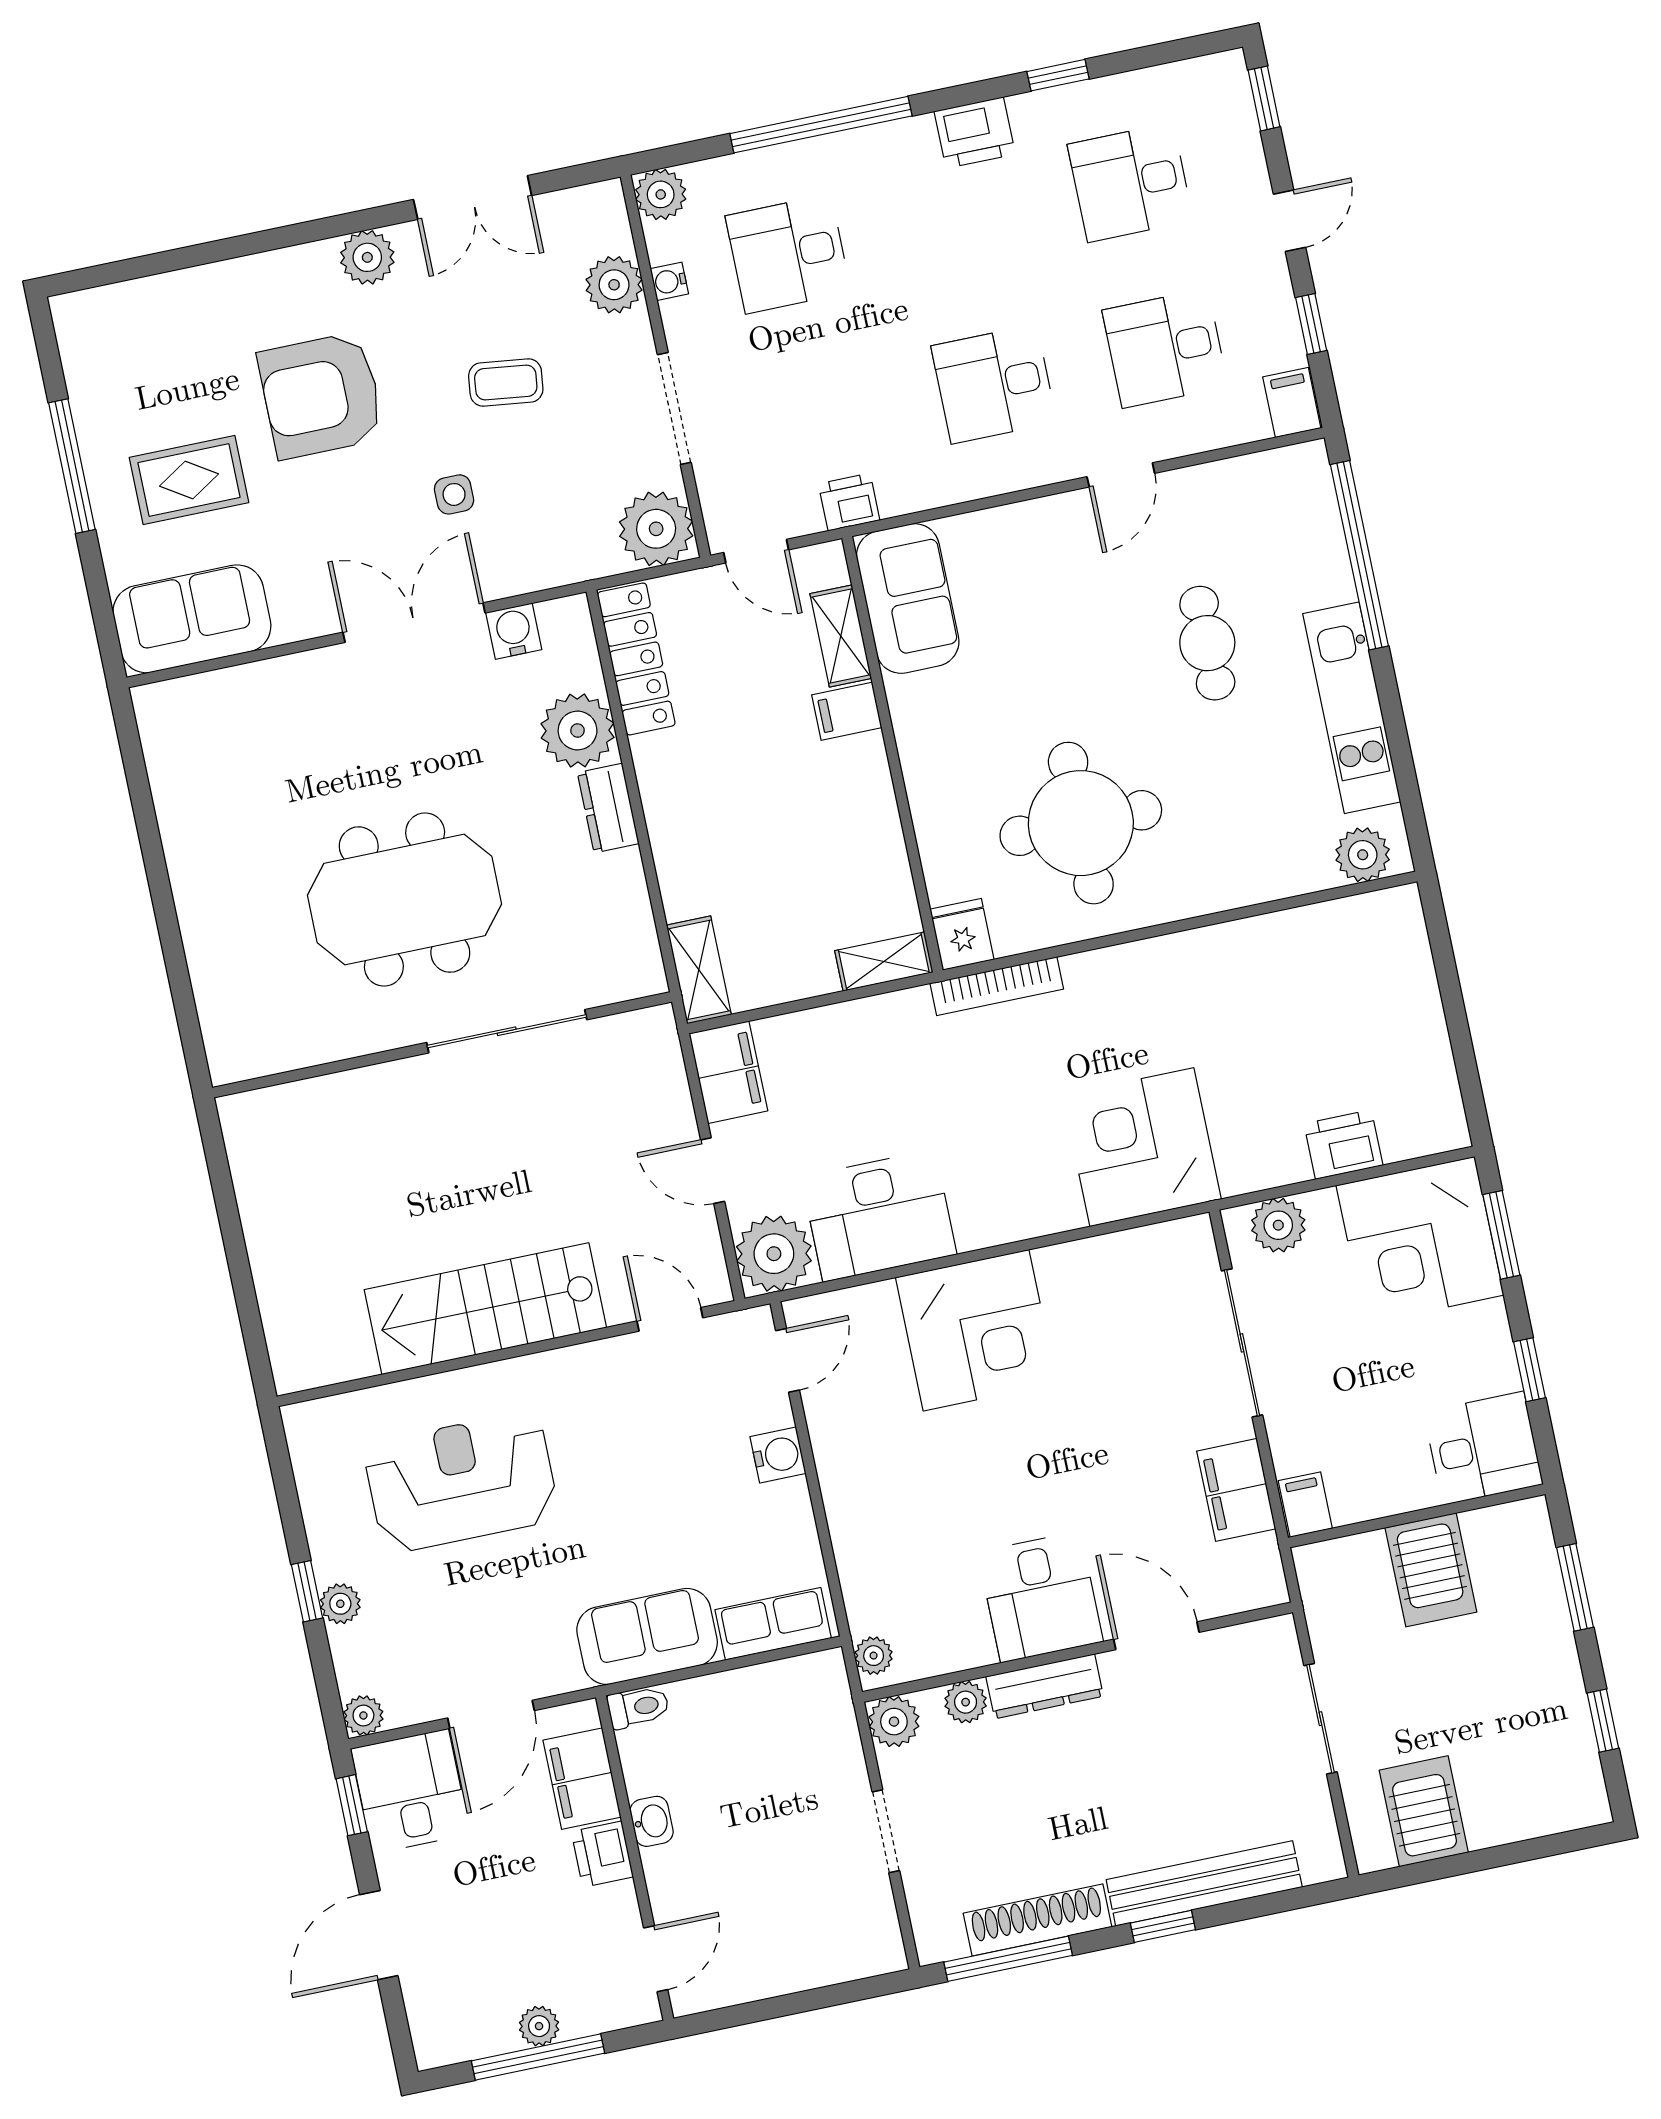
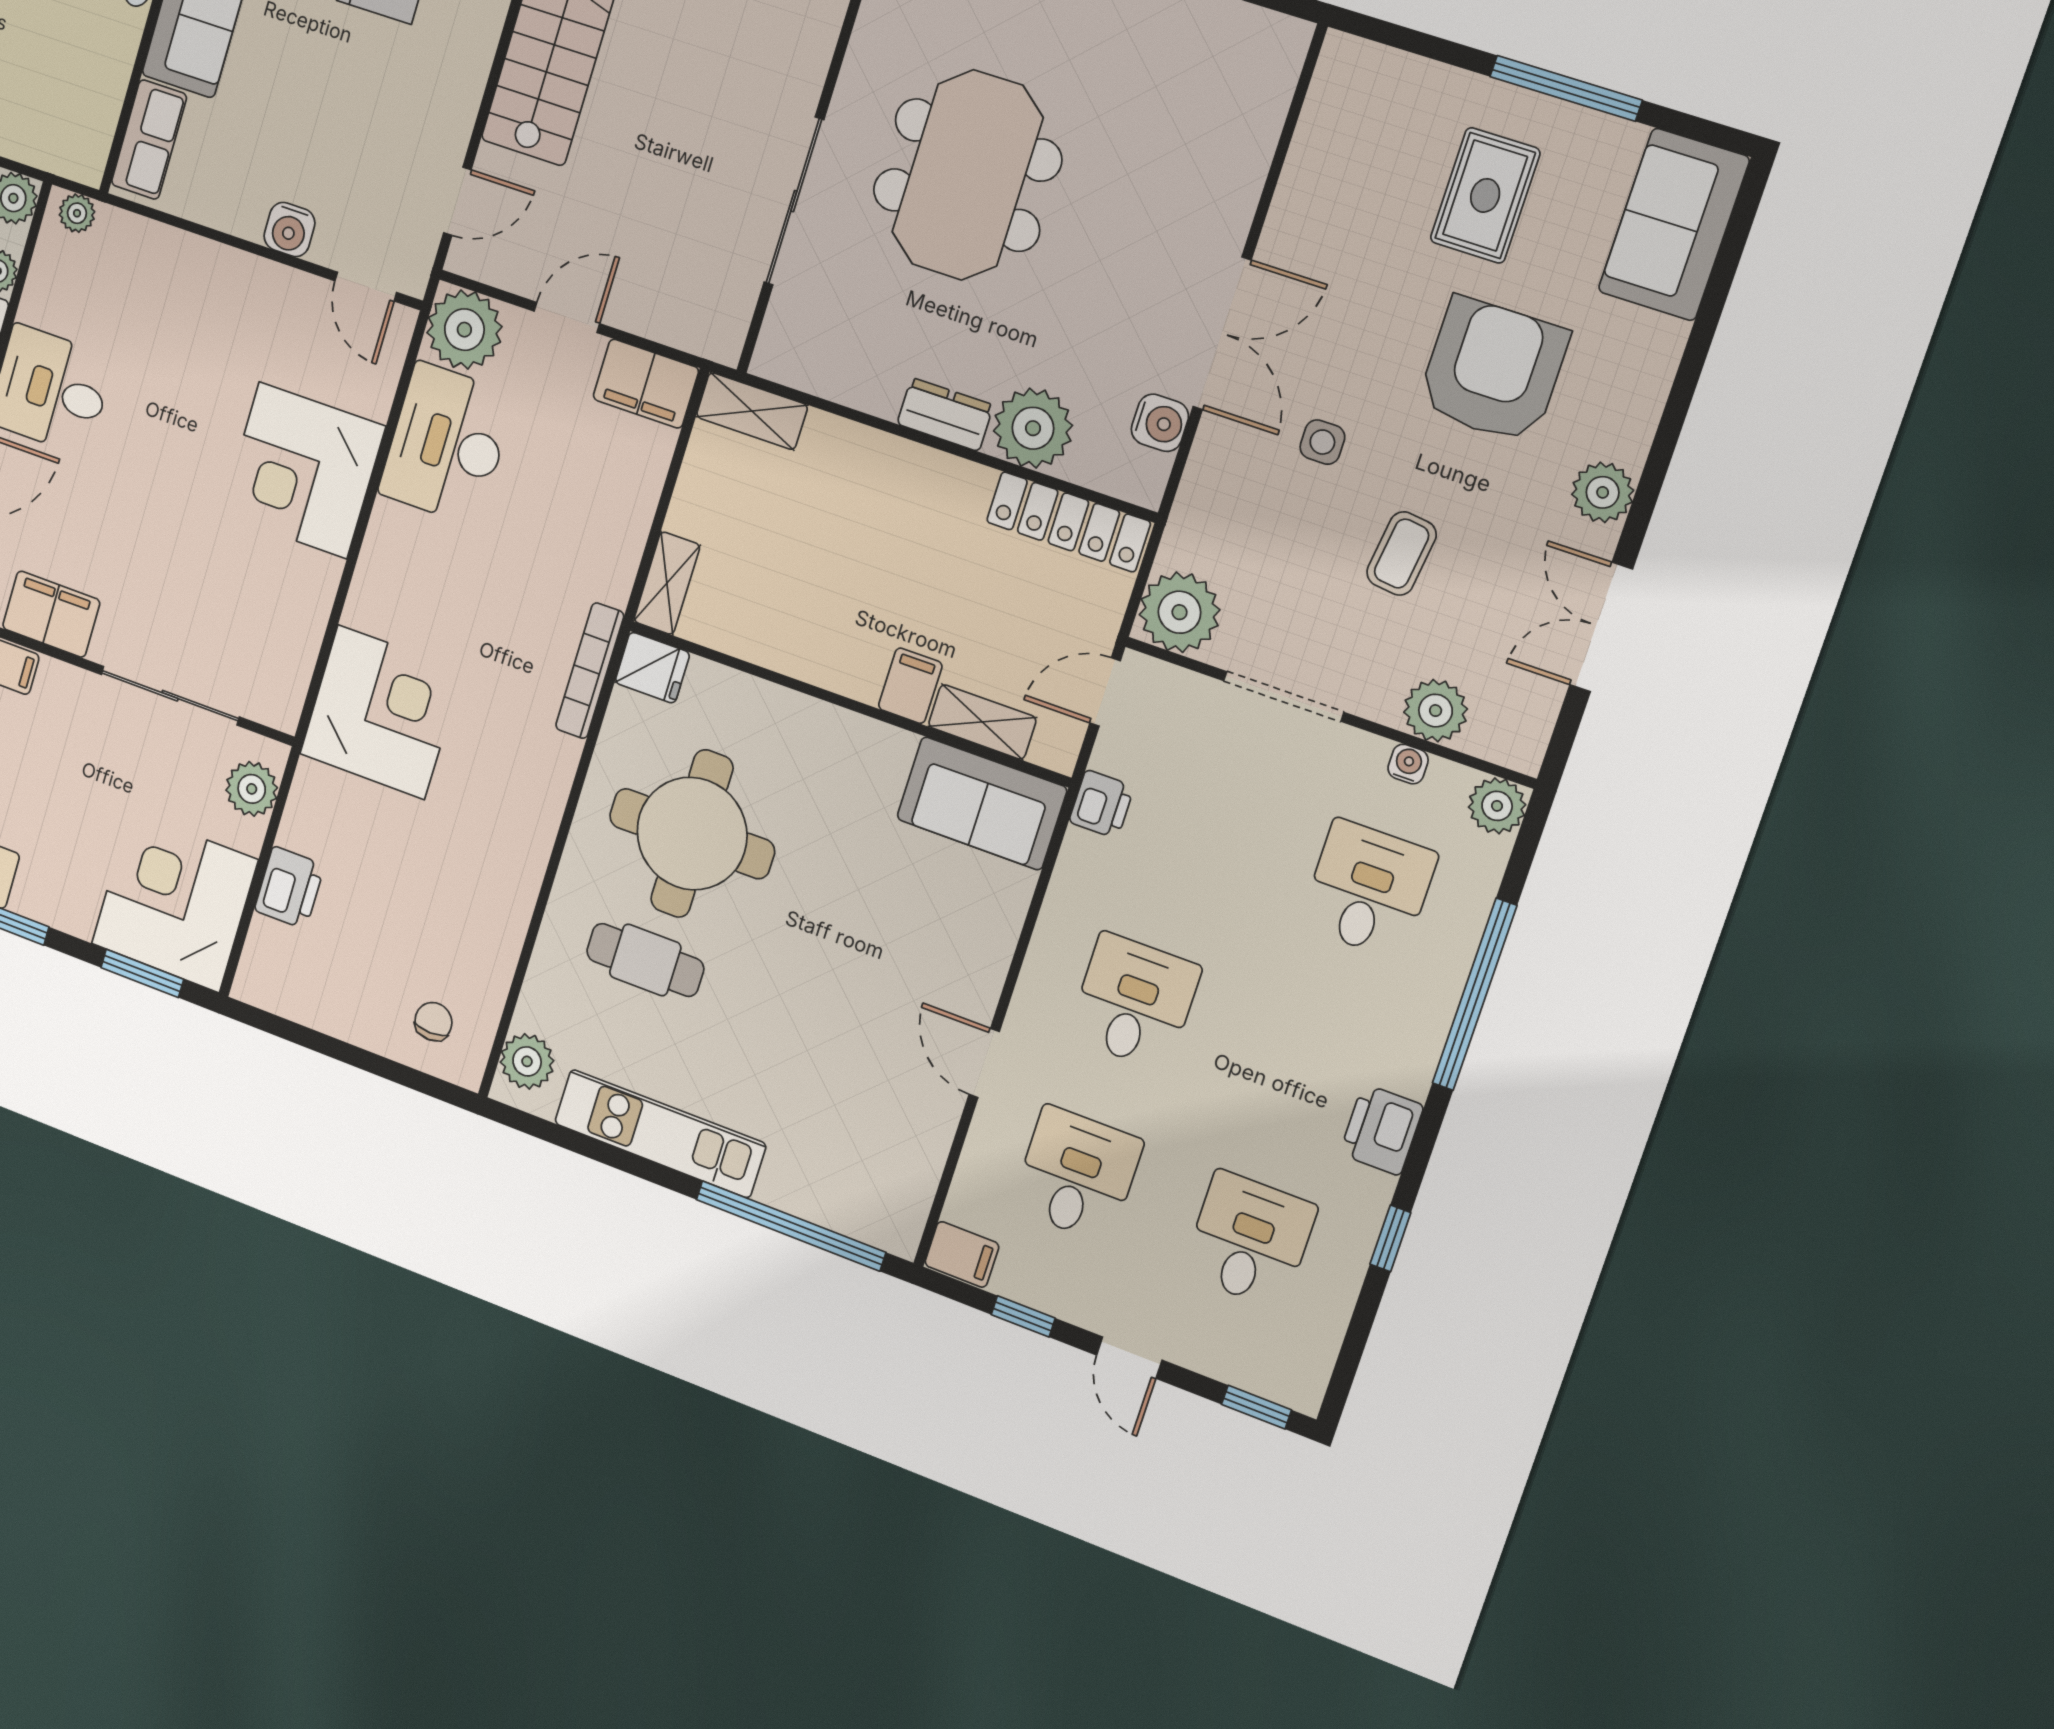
sofa: (192, 619) -> (1674, 225), moved, turned 180
cafe table: (1207, 643) -> (645, 960), moved
chair: (1380, 954) -> (433, 1022), added

